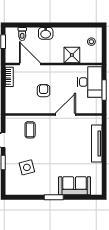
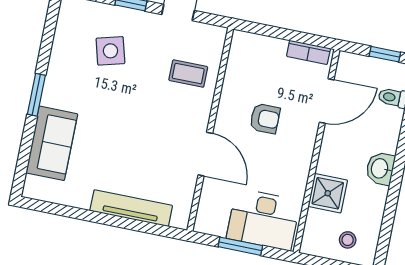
washbasin: (46, 33) -> (380, 168), moved

